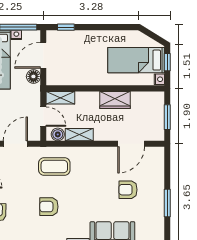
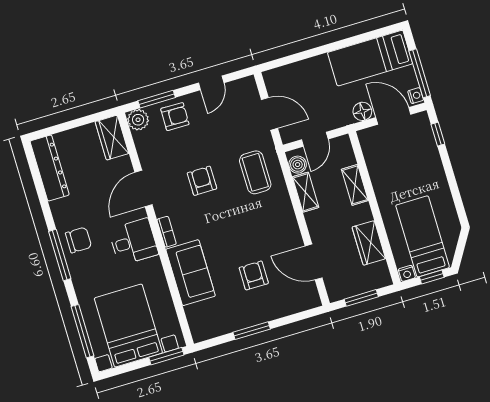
nightstand: (16, 35) -> (416, 96), moved
shelving: (60, 98) -> (355, 185), moved
wardrobe: (115, 100) -> (369, 243), moved

